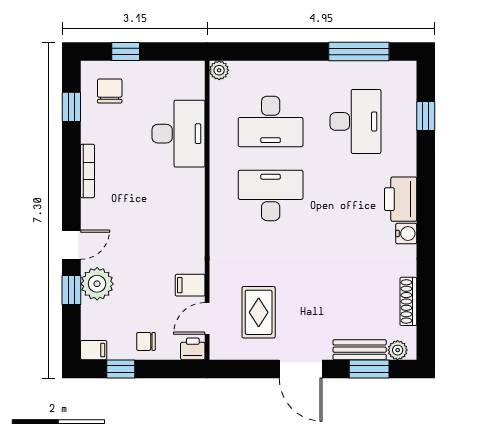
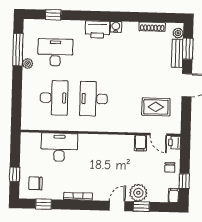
plant: (219, 70) -> (28, 64), moved
door: (71, 245) -> (117, 206), hinge flipped

